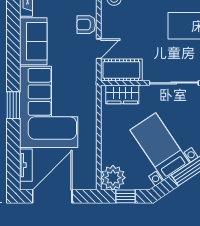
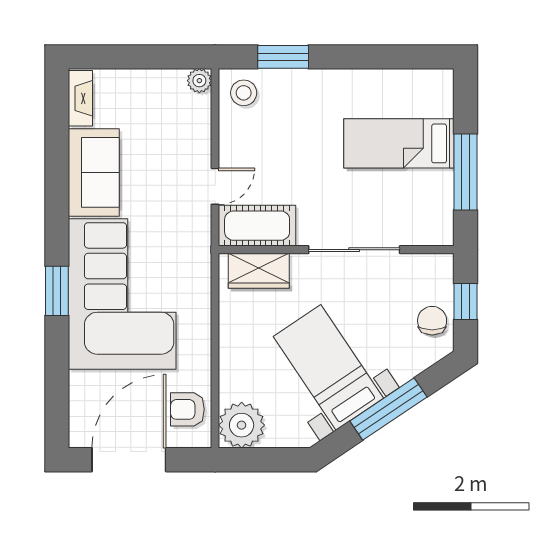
armchair: (86, 25) -> (187, 409), moved
tv unit: (26, 165) -> (80, 402), removed
window: (126, 196) -> (265, 460), removed

